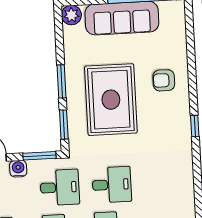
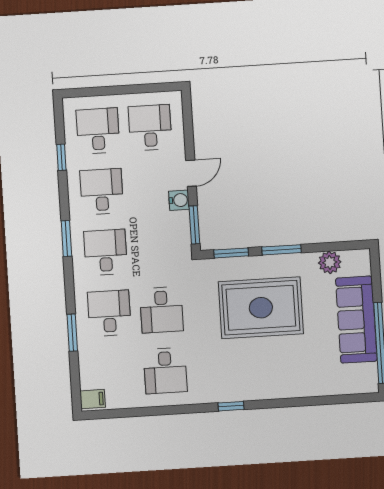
plant: (71, 15) -> (330, 262), moved
armchair: (164, 80) -> (284, 369), removed
desk: (60, 187) -> (165, 371), moved

